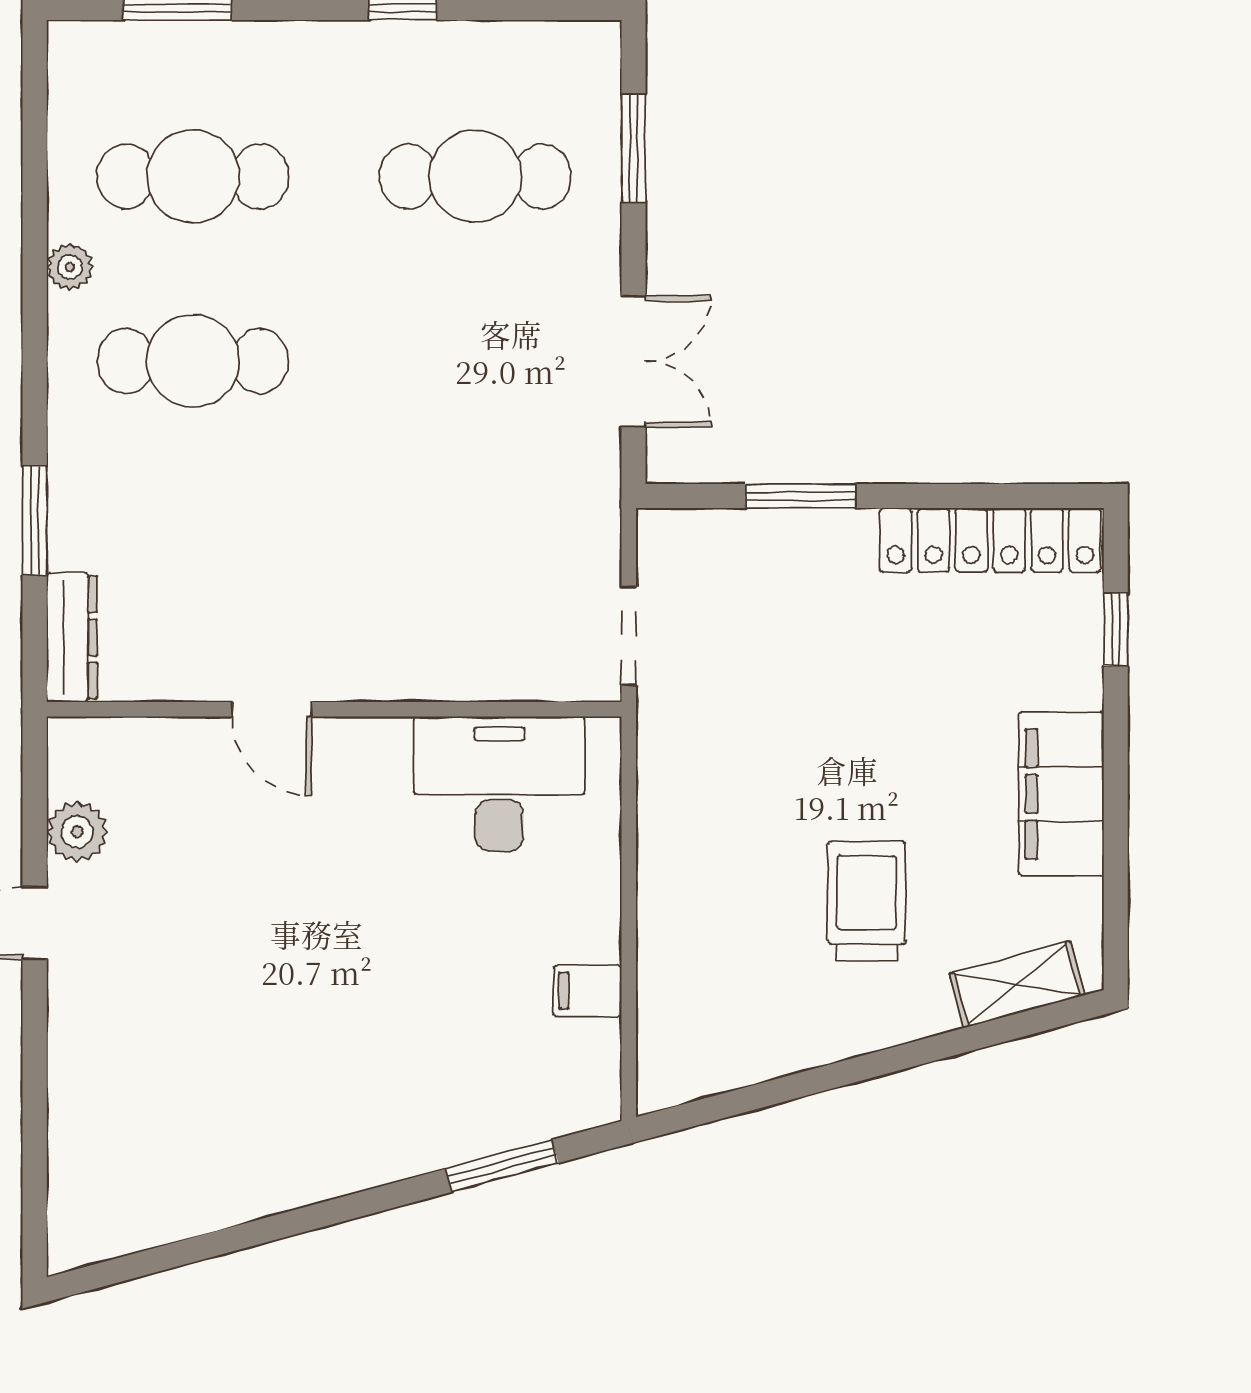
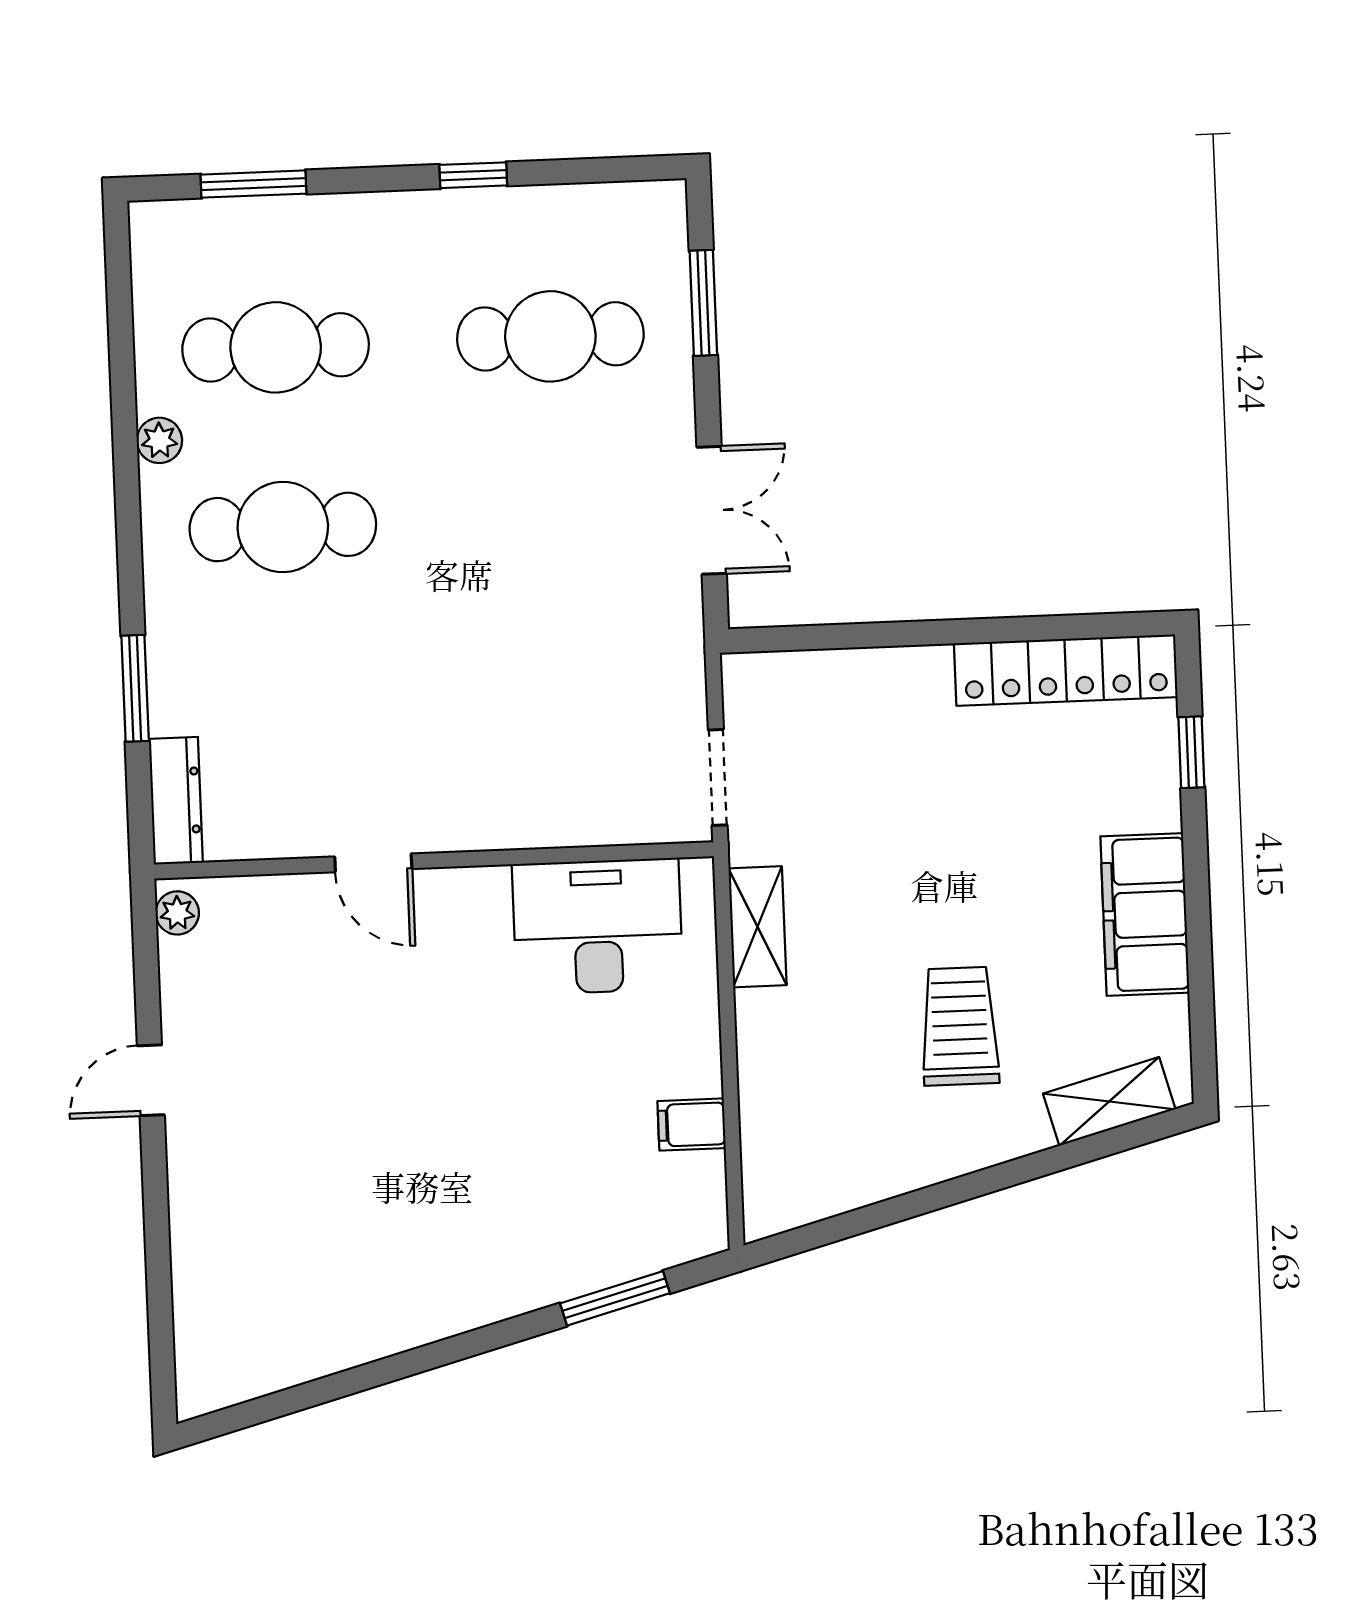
window: (801, 496) -> (880, 635), removed
shelving: (663, 791) -> (757, 927), added
plant: (77, 832) -> (177, 913), moved, width x0.73, depth x0.73

